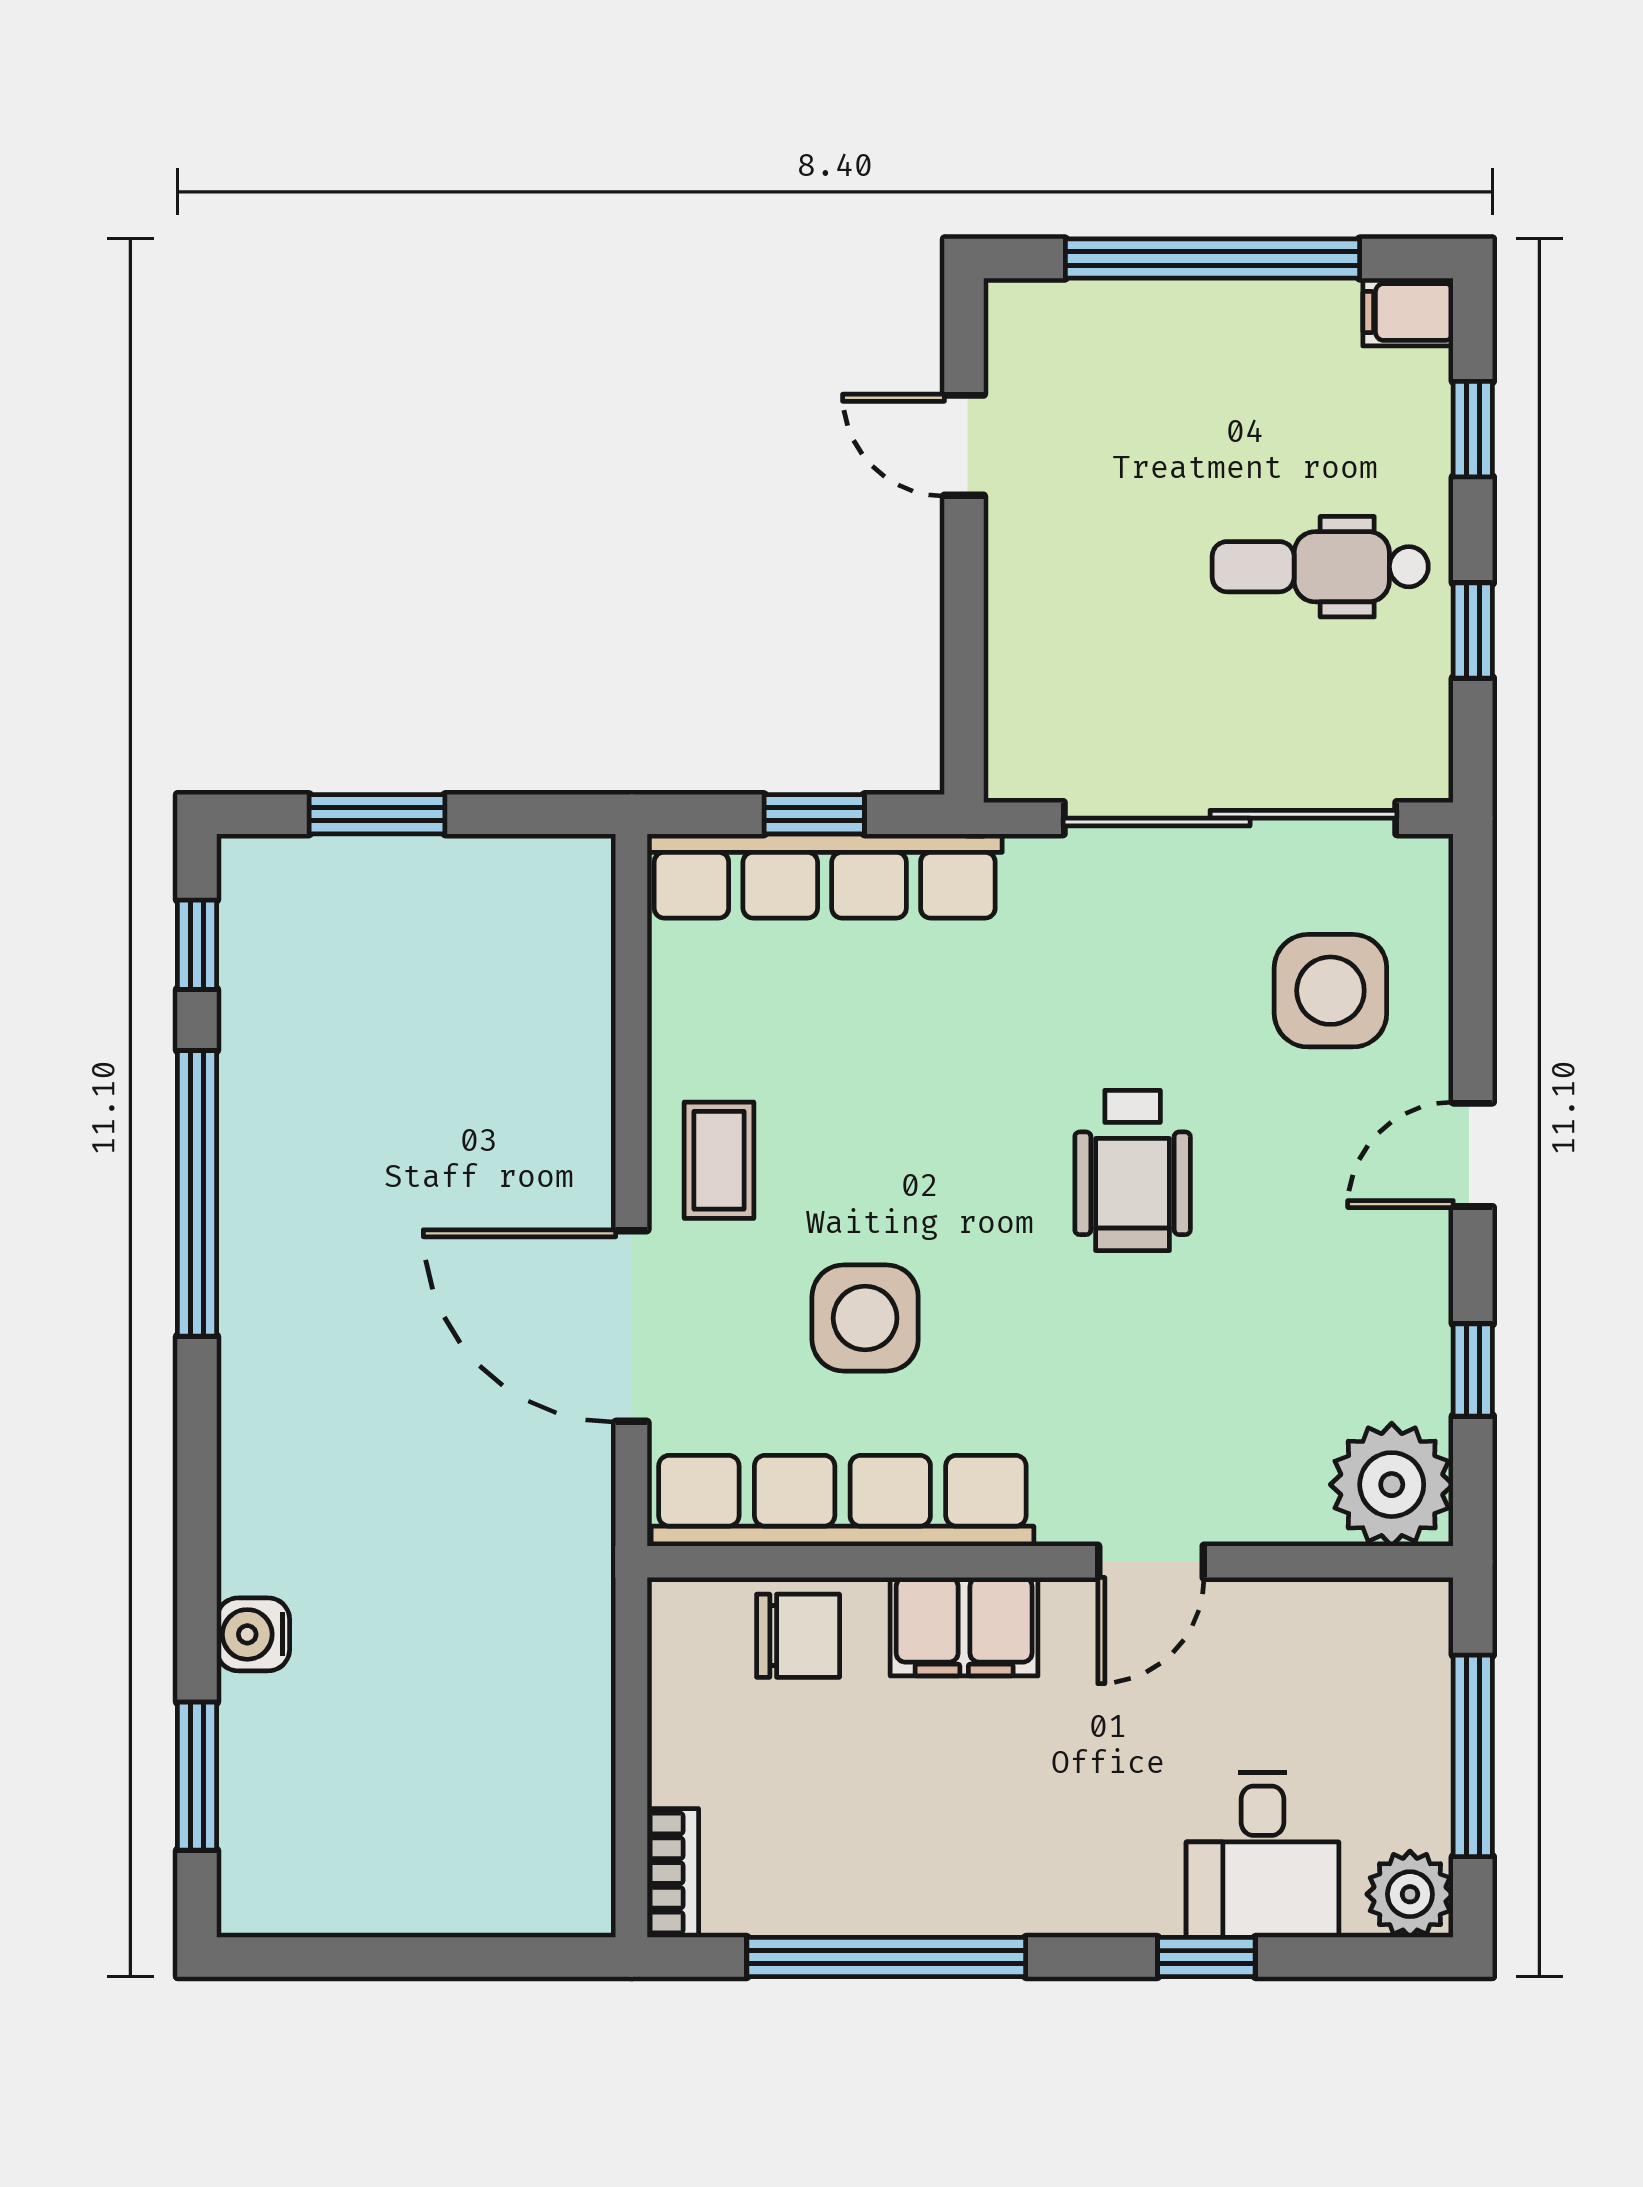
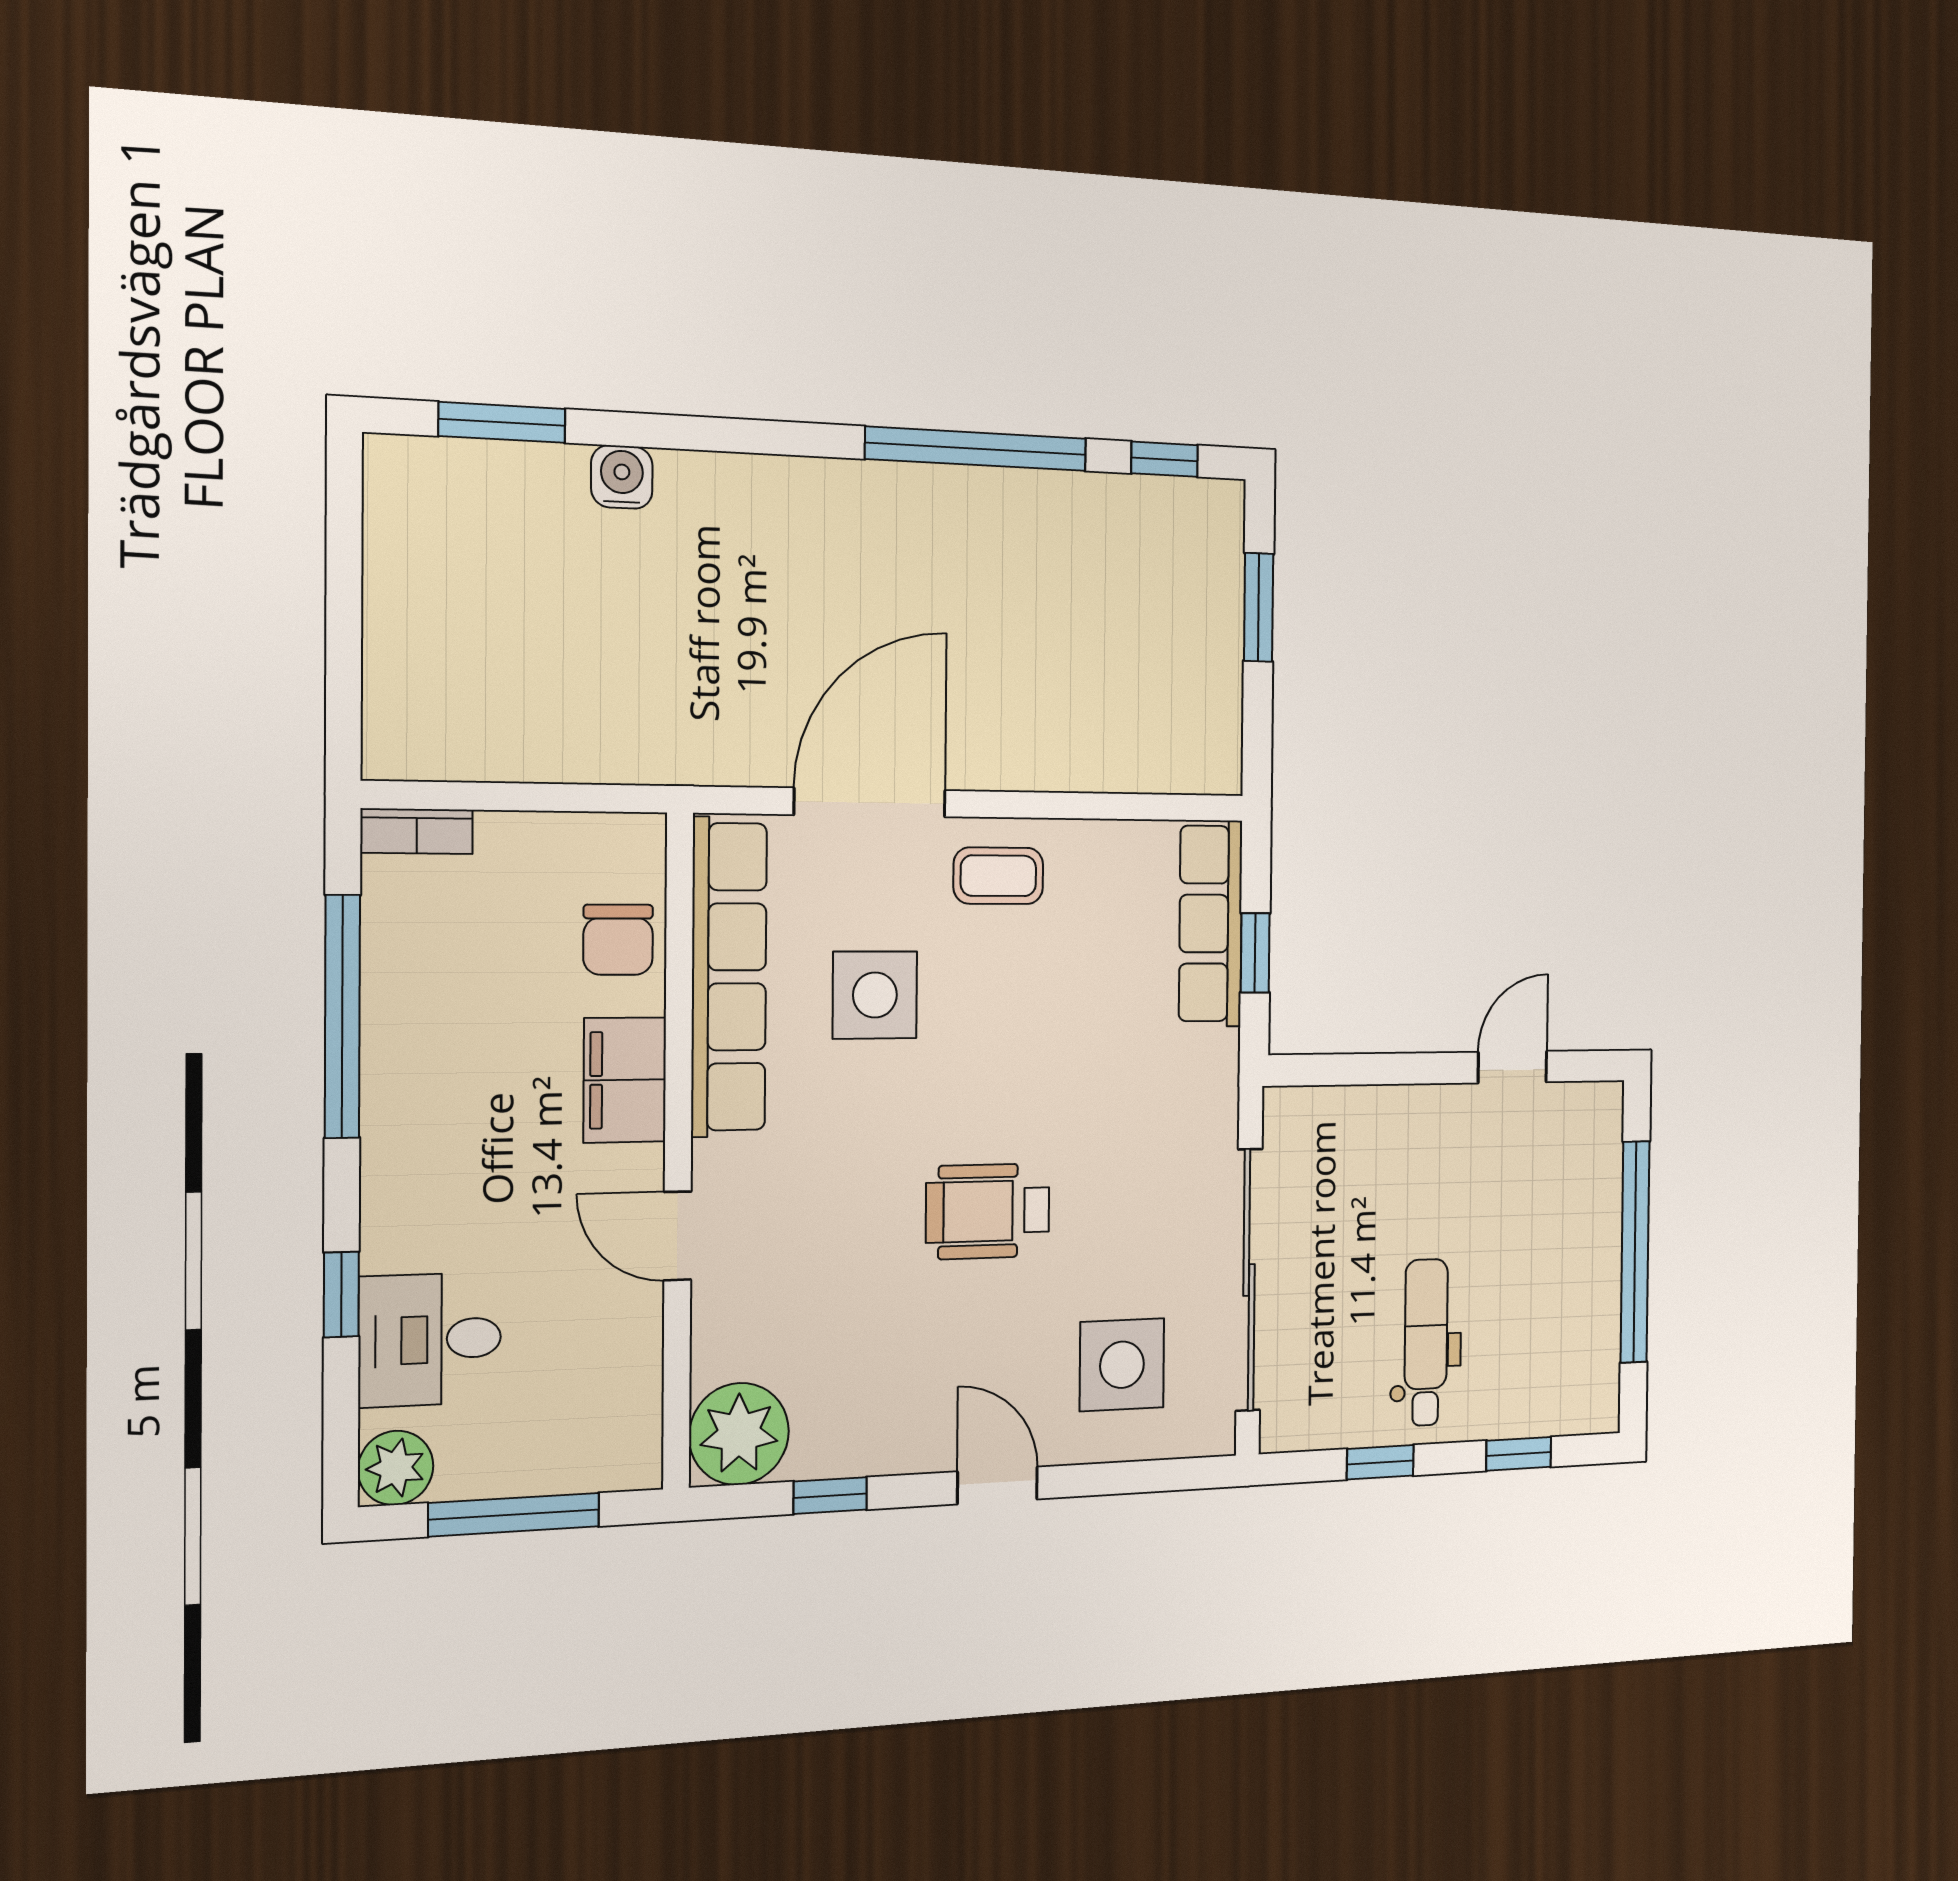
filing cabinet: (1408, 312) -> (1598, 1400), removed
row of seats: (825, 876) -> (1211, 924), width x0.73

